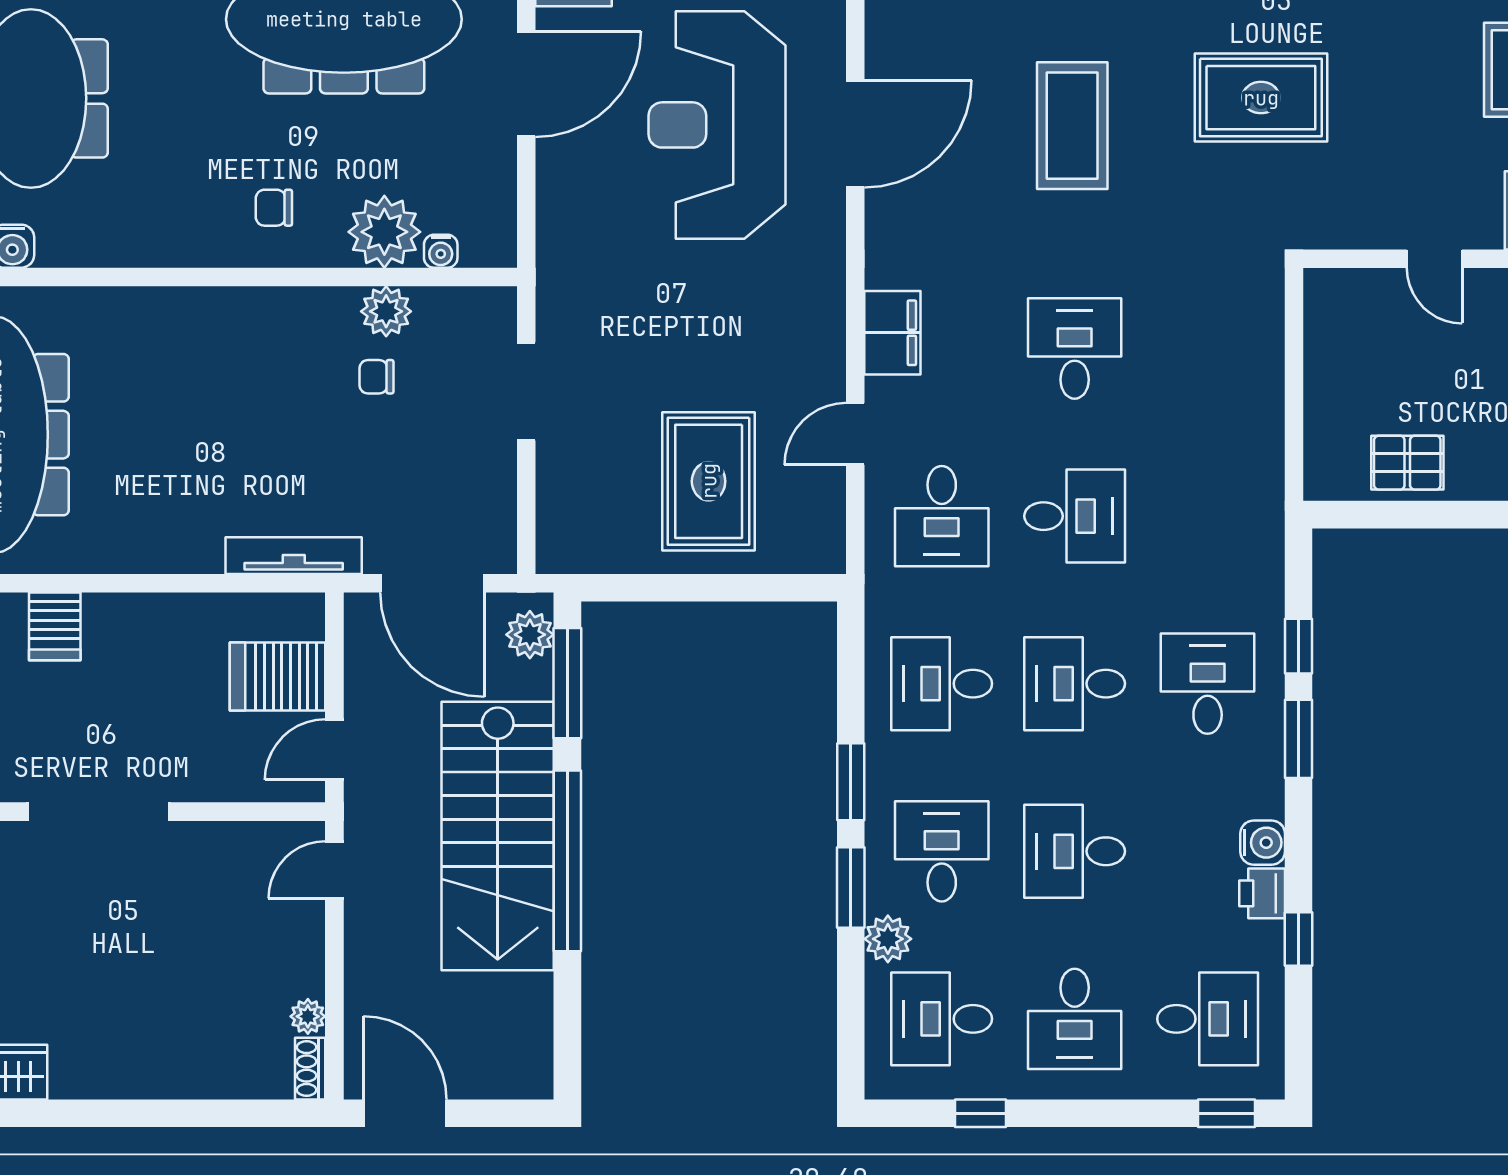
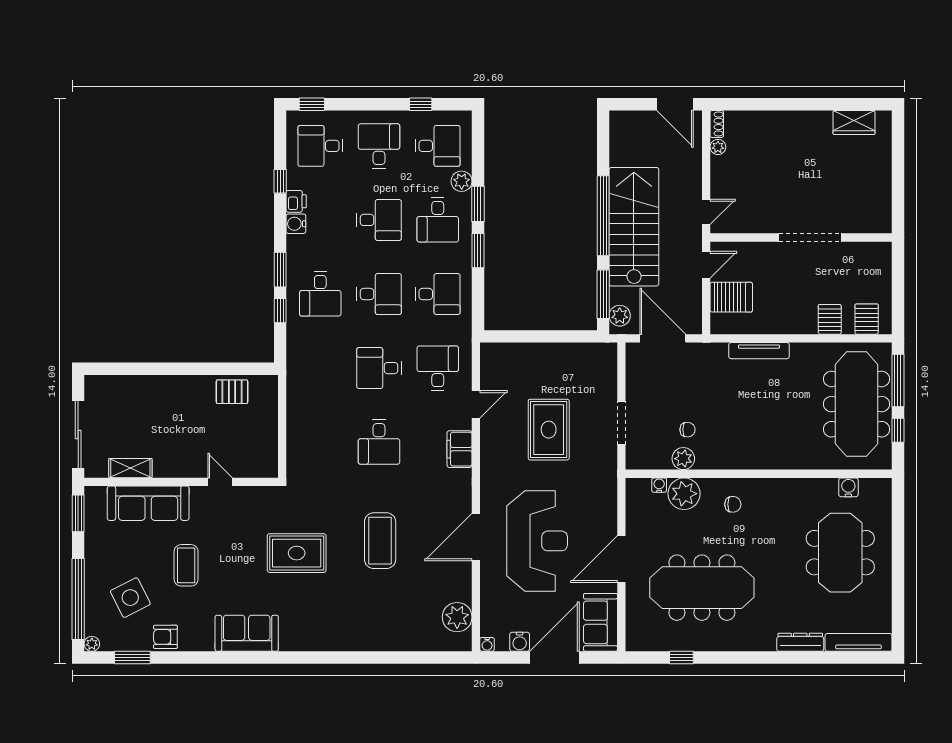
rug: (709, 481) -> (549, 430), moved
tv unit: (294, 556) -> (759, 351), moved

